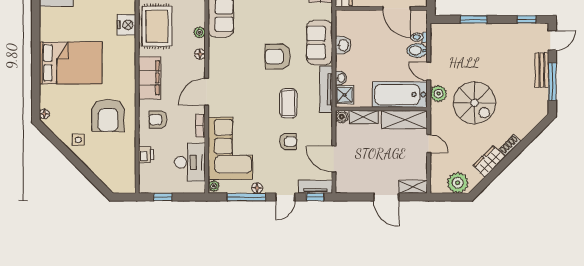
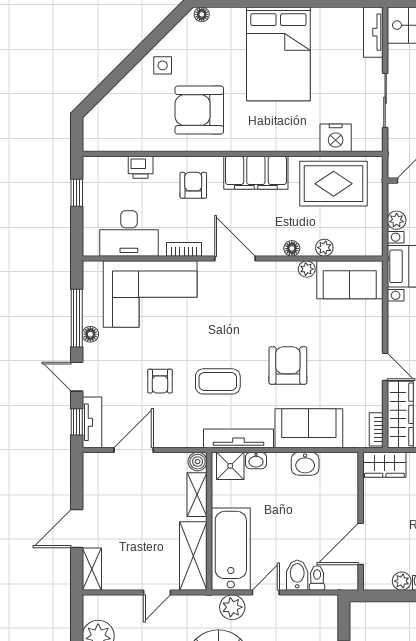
plant: (214, 186) -> (307, 269), moved

